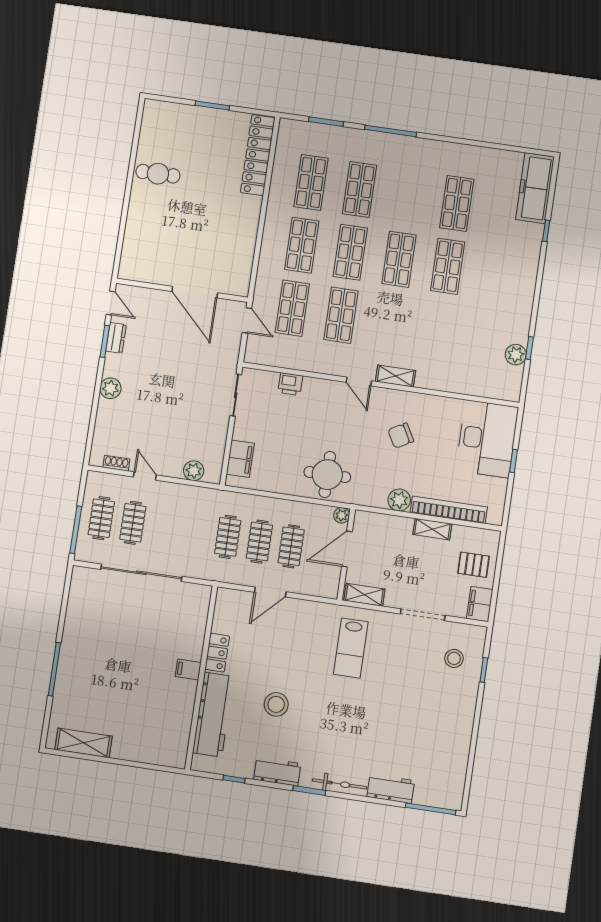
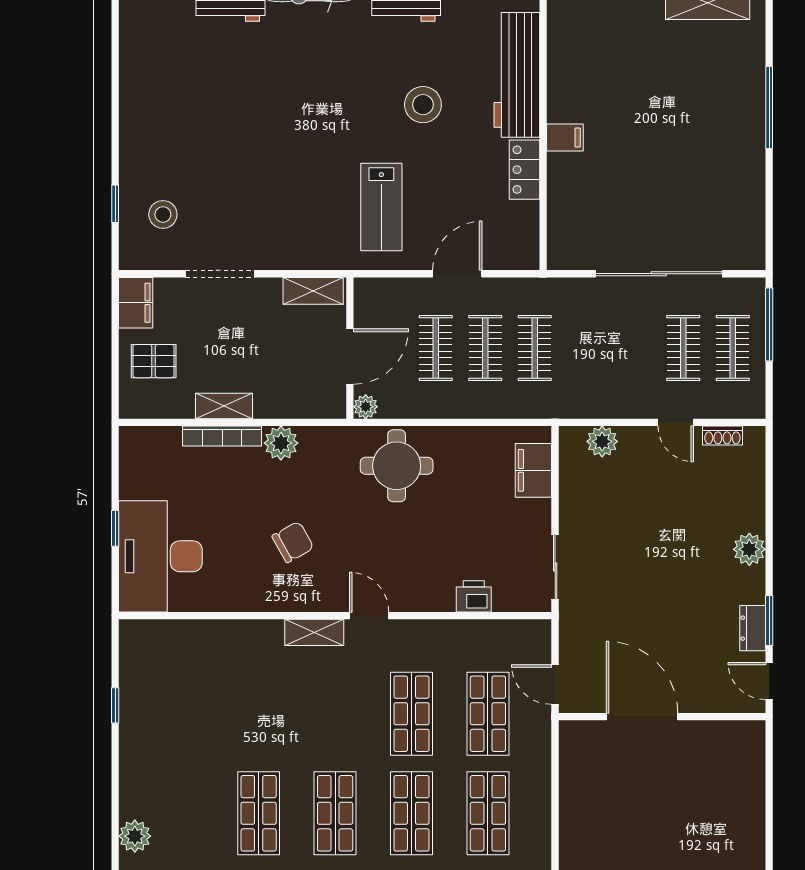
plant: (516, 355) -> (135, 836), moved
bookcase: (449, 510) -> (222, 436), width x0.68, depth x0.76
lab bench: (351, 648) -> (381, 207), moved, turned 180

